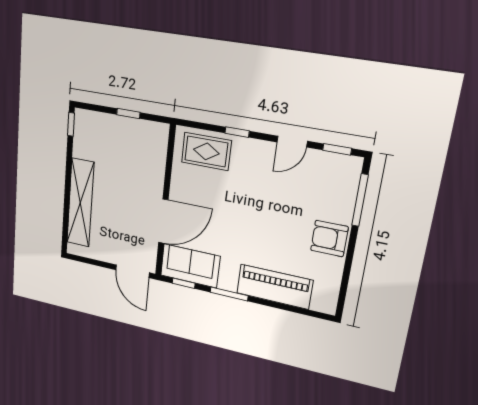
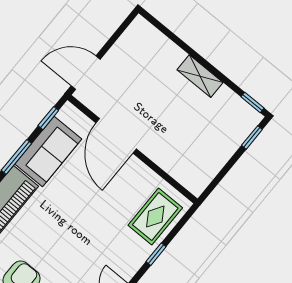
window: (128, 113) -> (252, 137), moved
shelving: (80, 203) -> (200, 76), width x0.45, depth x0.75
sofa: (190, 266) -> (48, 152), moved

